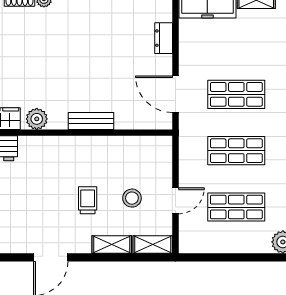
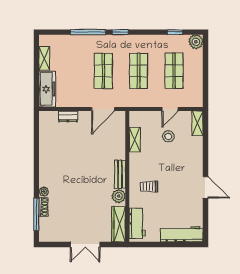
bench: (91, 121) -> (120, 174), moved
trolley: (88, 200) -> (149, 187), moved
door: (176, 201) -> (170, 109), swing flipped
shelving: (112, 244) -> (135, 140), moved

